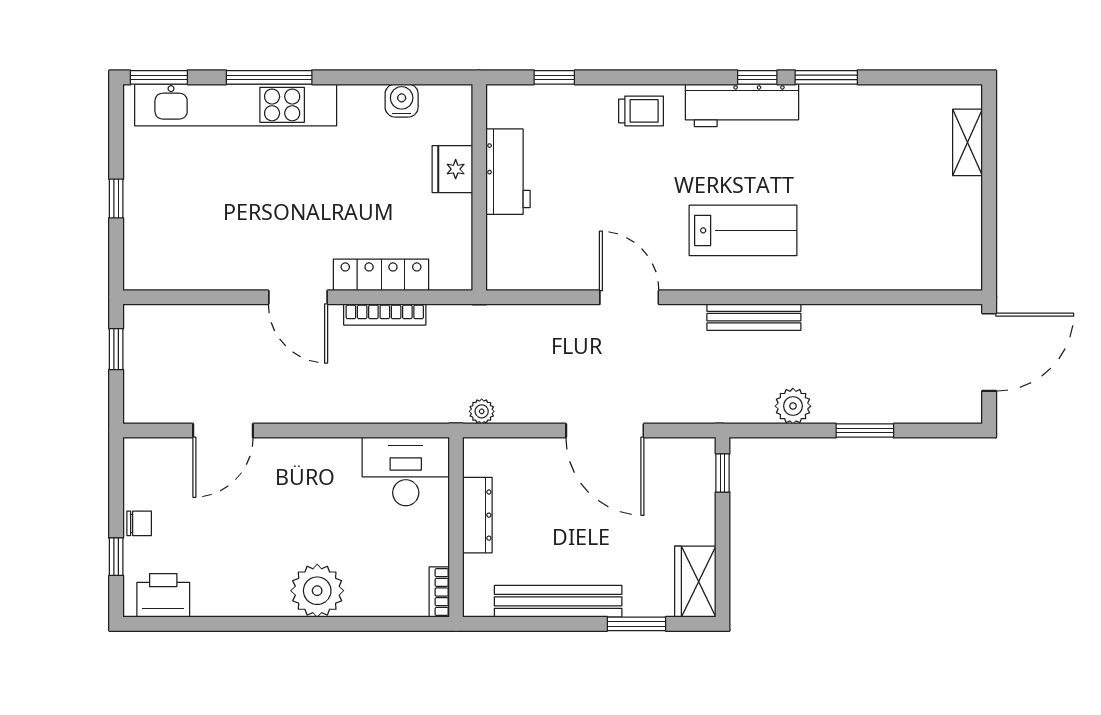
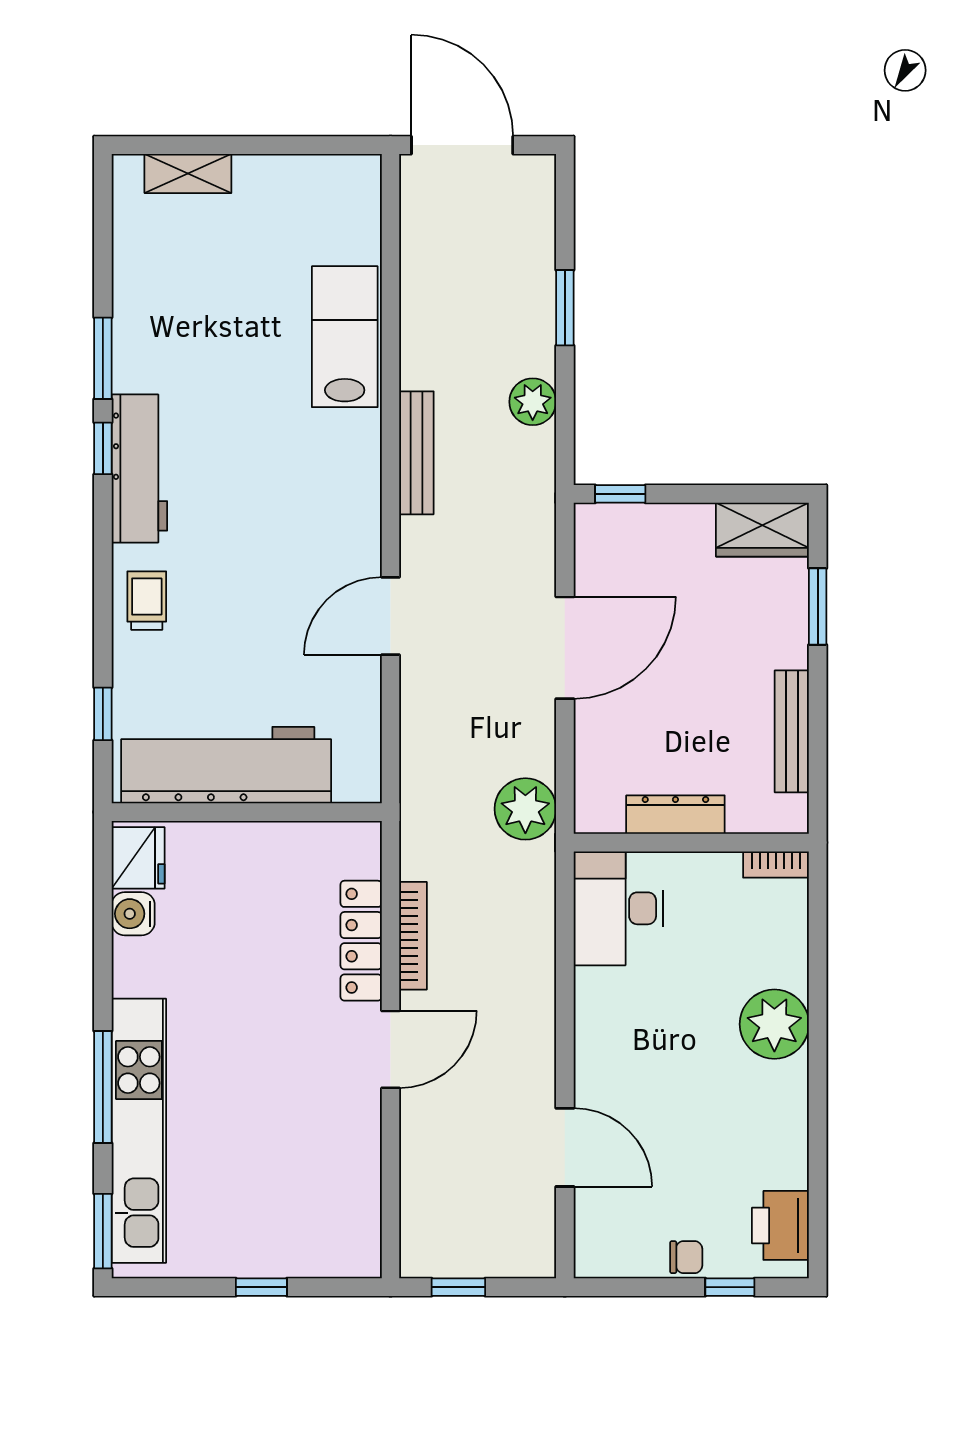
fridge: (452, 169) -> (138, 858), moved, turned -90
workbench: (508, 172) -> (226, 765), width x1.88, depth x1.32
lab bench: (743, 230) -> (345, 337), moved
plant: (482, 411) -> (525, 809), width x1.87, depth x1.87
chair: (139, 523) -> (686, 1257), turned 90
bench: (558, 601) -> (792, 731), width x0.73, depth x0.82

